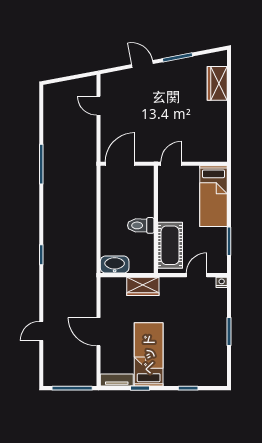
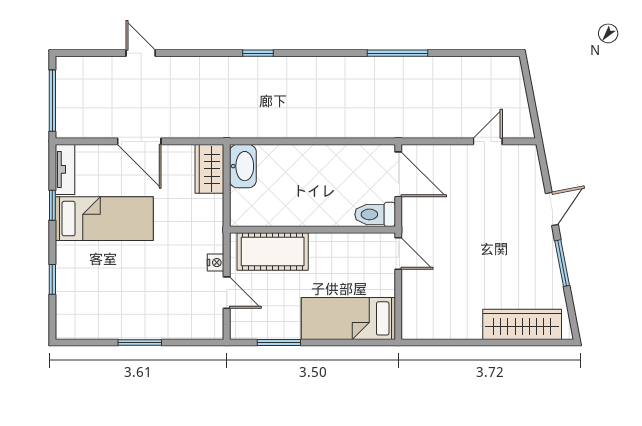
wardrobe: (217, 83) -> (522, 324), width x1.50
toilet: (141, 225) -> (375, 214), moved, turned -90
nightstand: (222, 282) -> (216, 263), moved
wardrobe: (143, 286) -> (209, 169), moved
door: (99, 332) -> (139, 141), swing flipped

